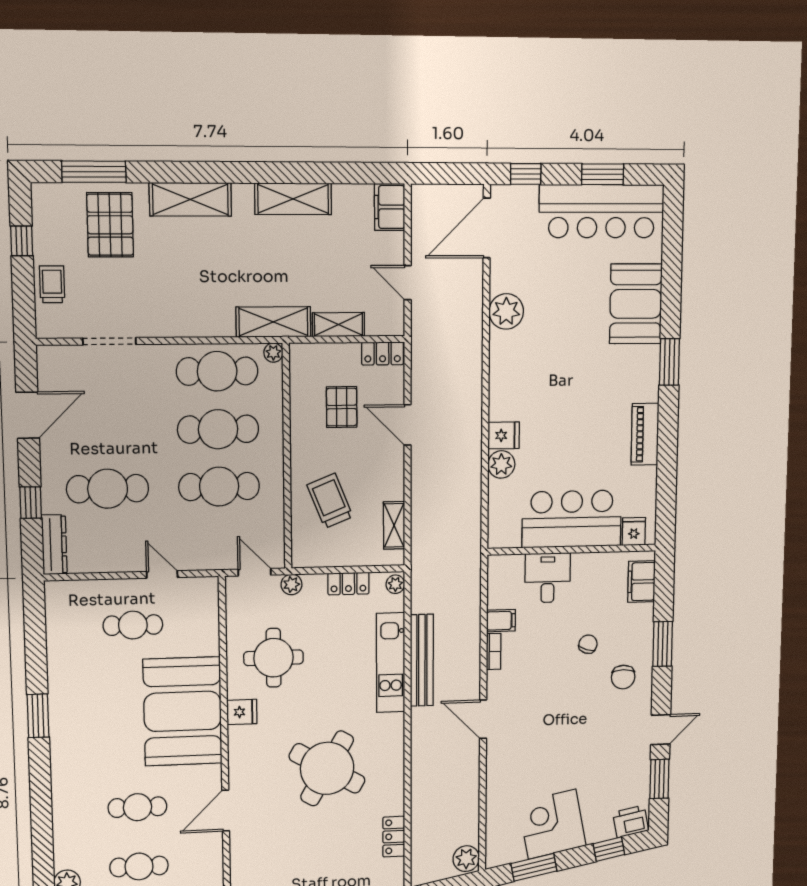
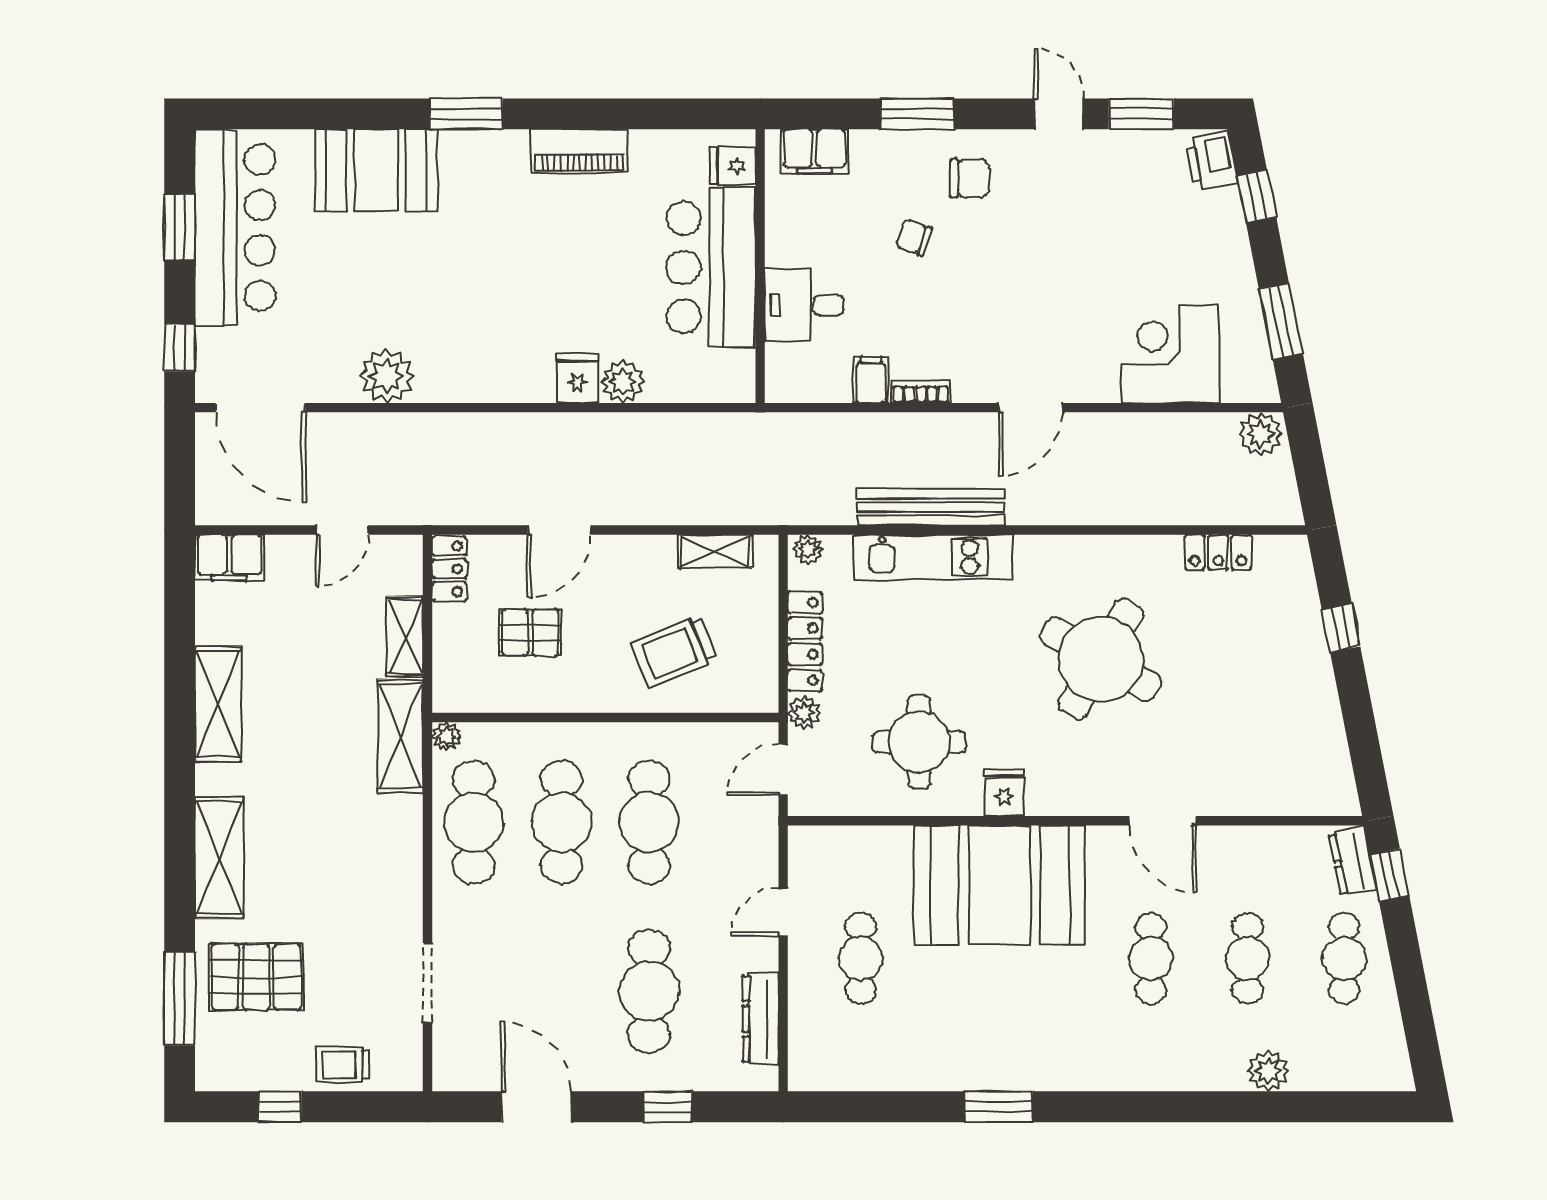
dresser: (54, 545) -> (761, 1019), moved, turned -90
locker: (348, 584) -> (805, 641), width x1.53
corner desk: (552, 824) -> (1170, 354), moved, turned 101

